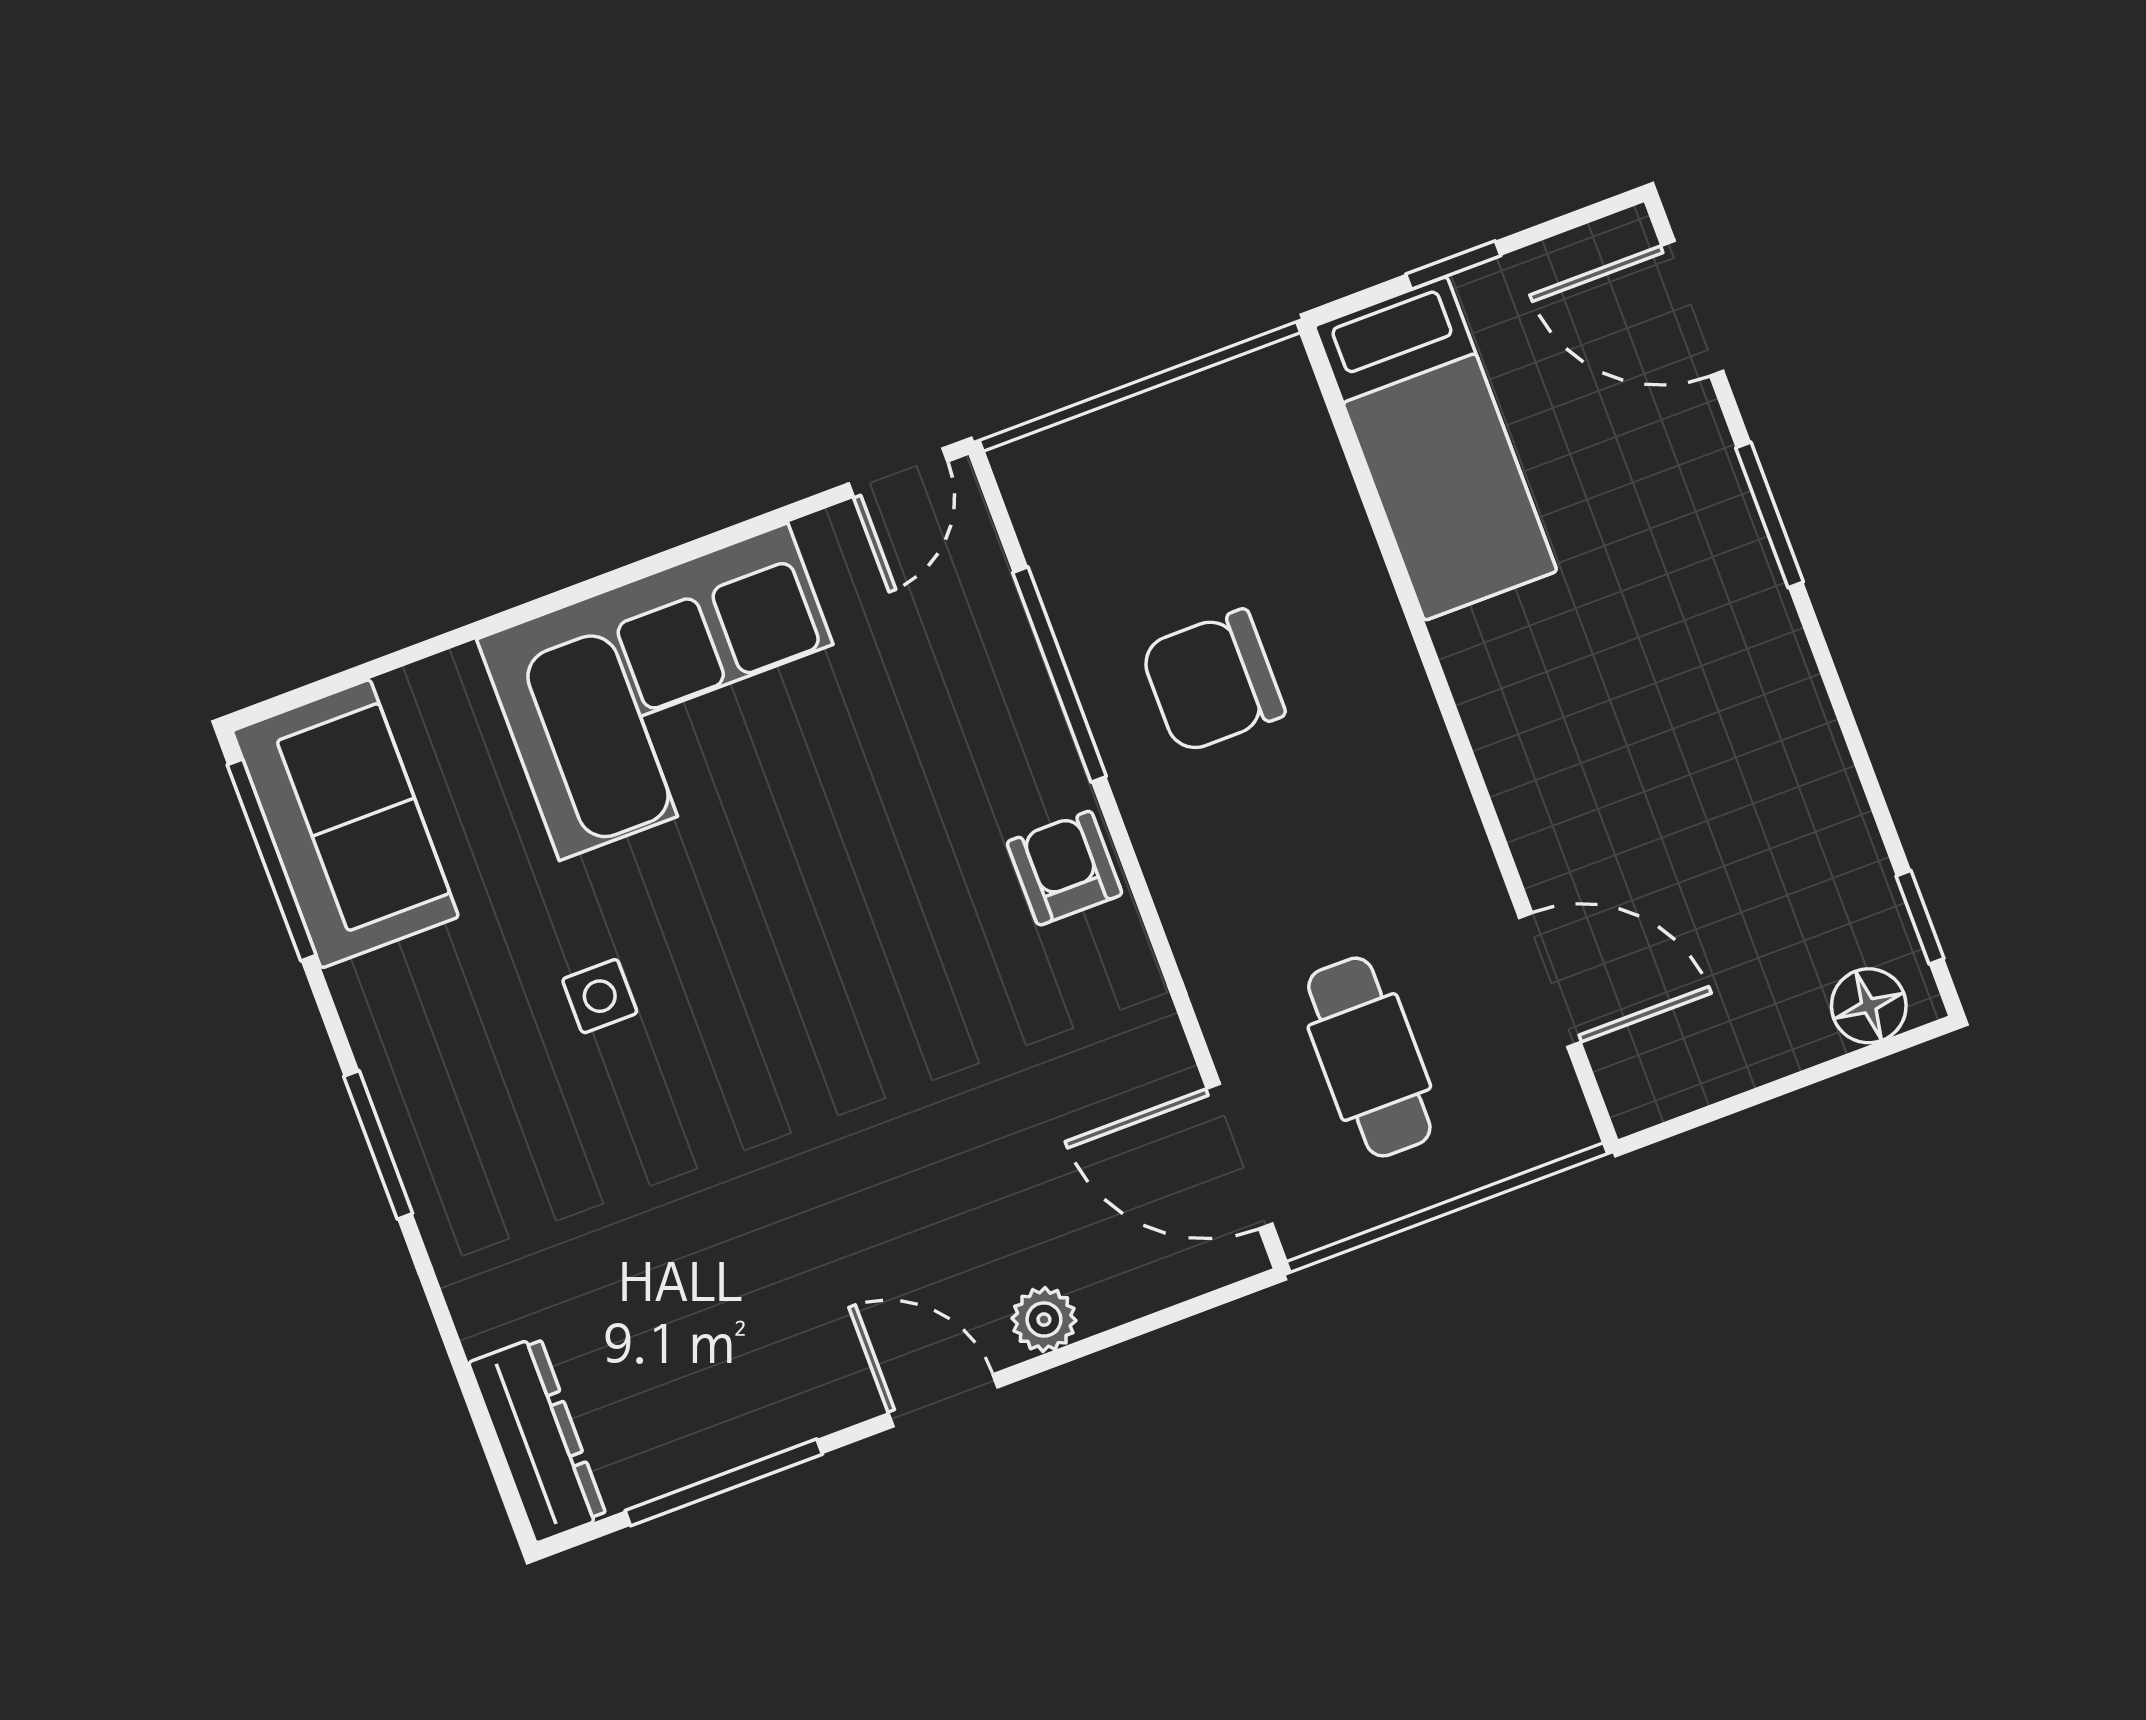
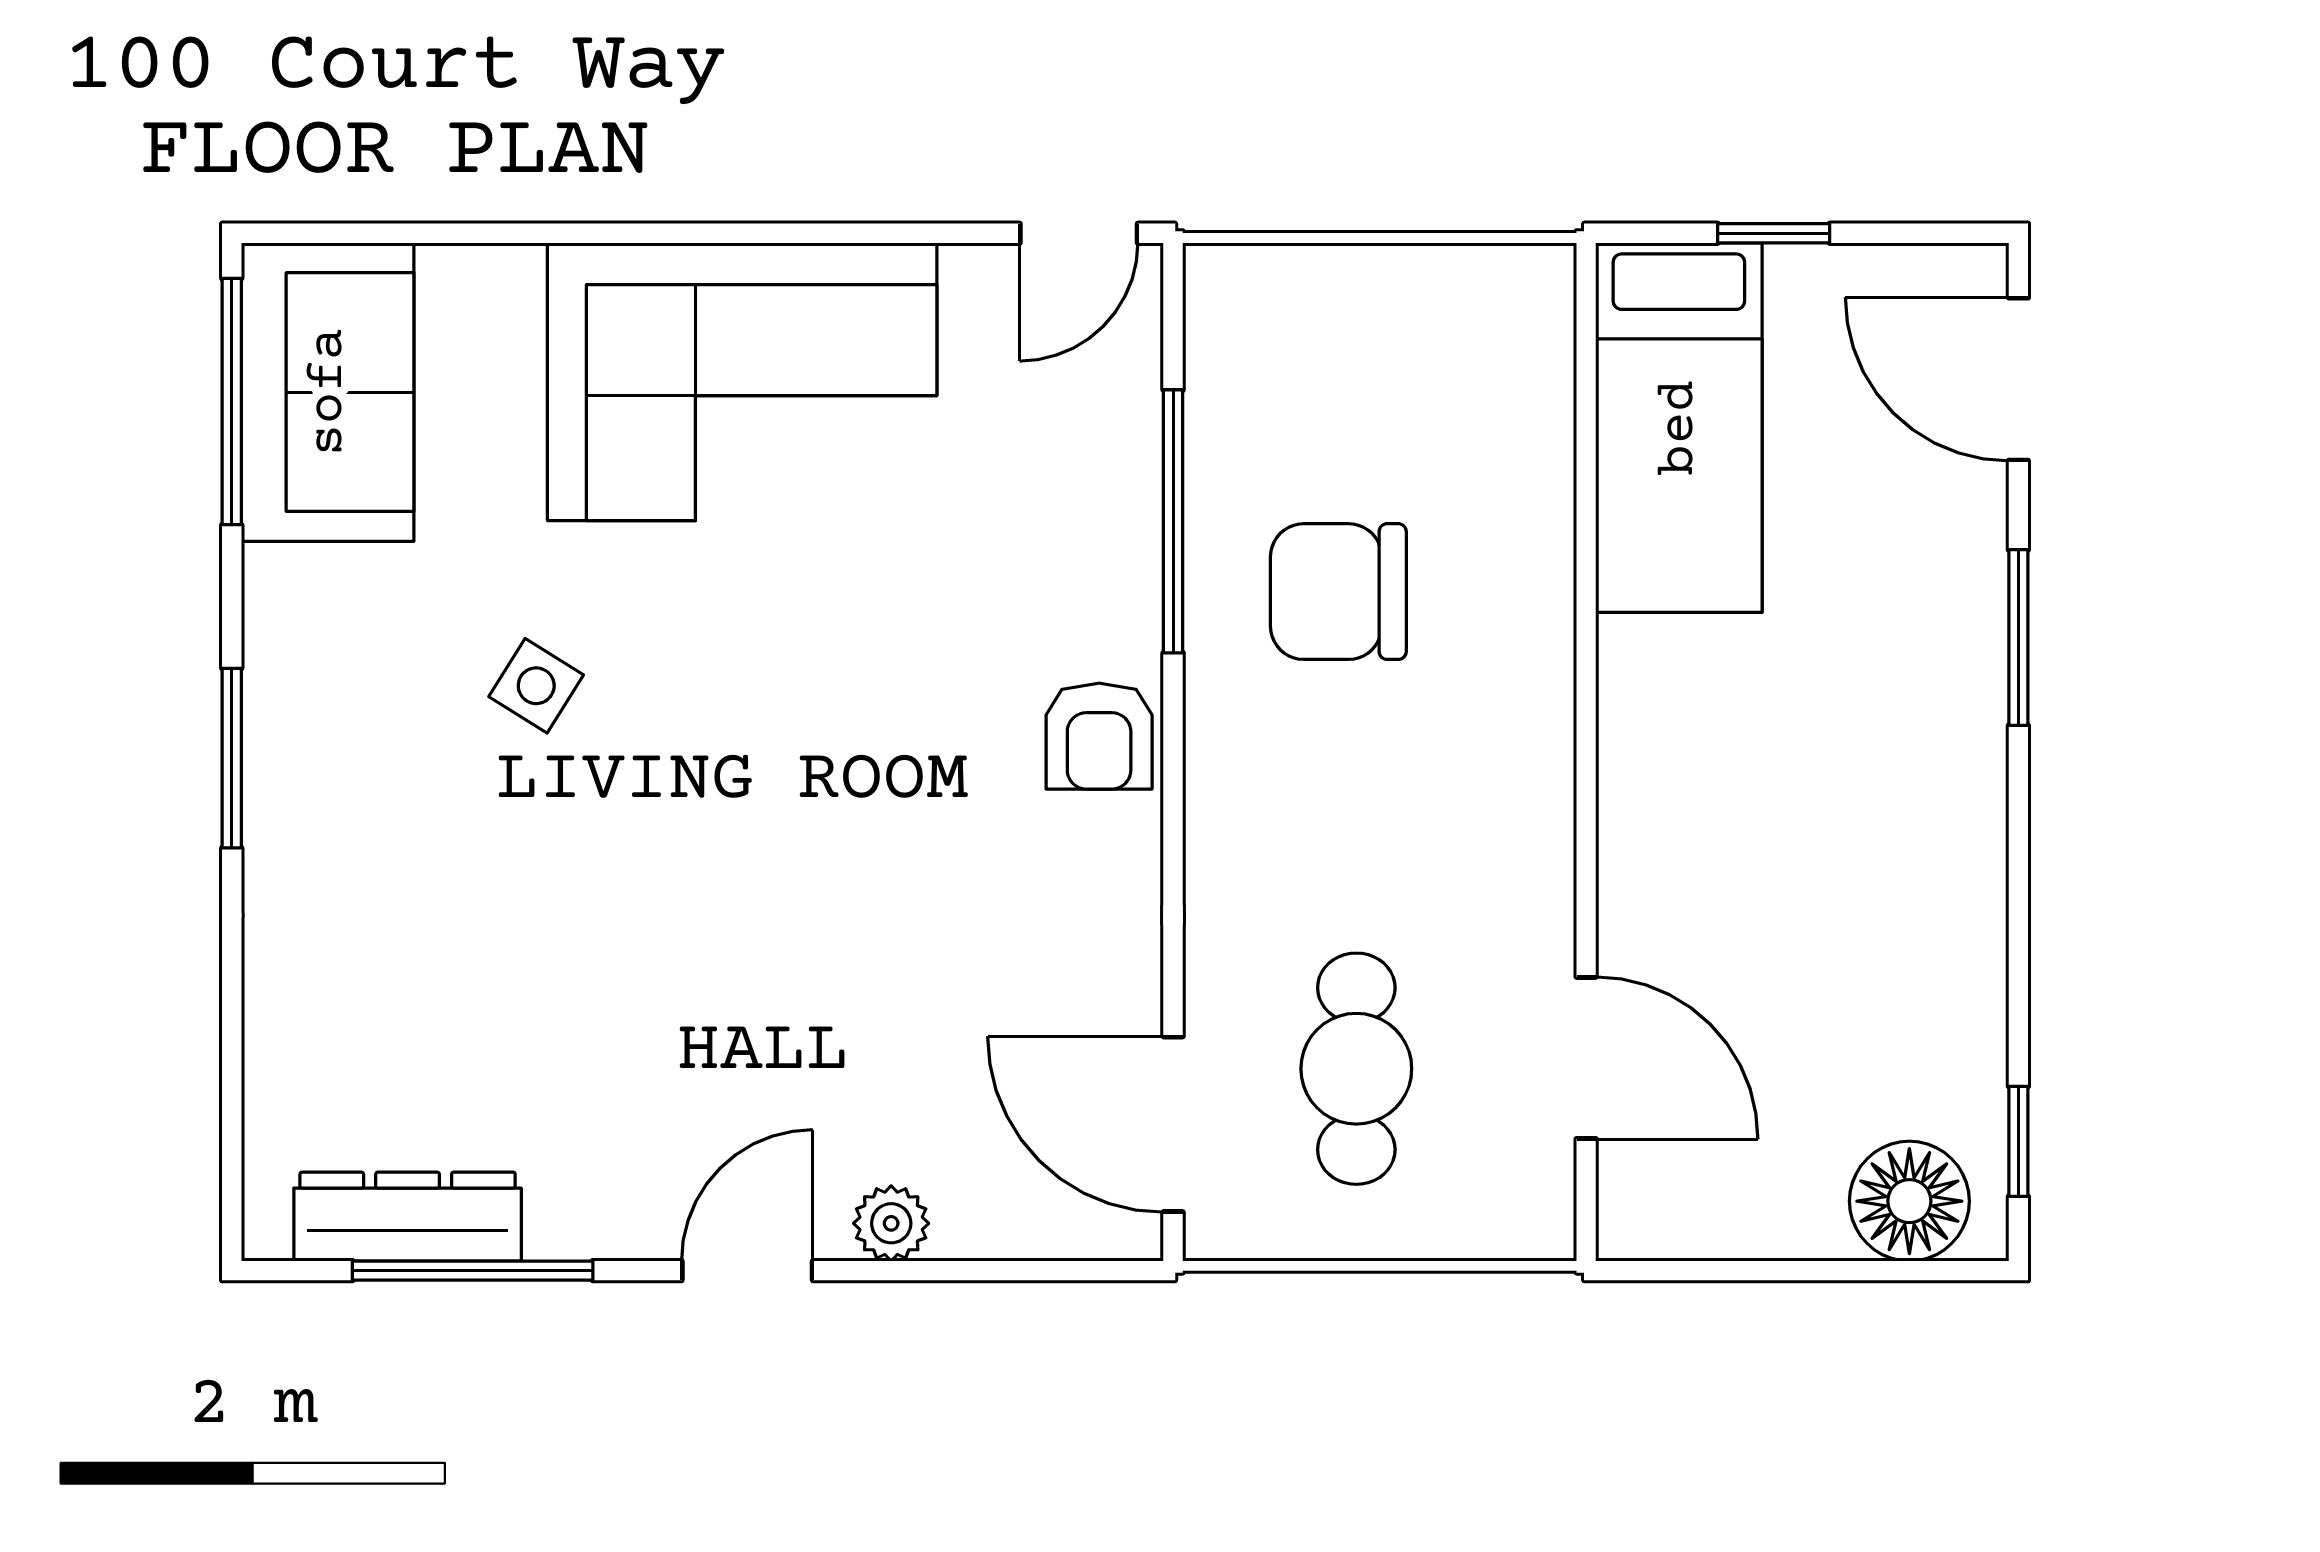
armchair: (1064, 868) -> (1099, 736), turned 180
side table: (600, 996) -> (536, 686), turned 32
floor lamp: (1869, 1006) -> (1909, 1201), width x1.38, depth x1.38
door: (943, 1400) -> (747, 1271), hinge flipped
dresser: (538, 1440) -> (408, 1217), moved, turned -90

